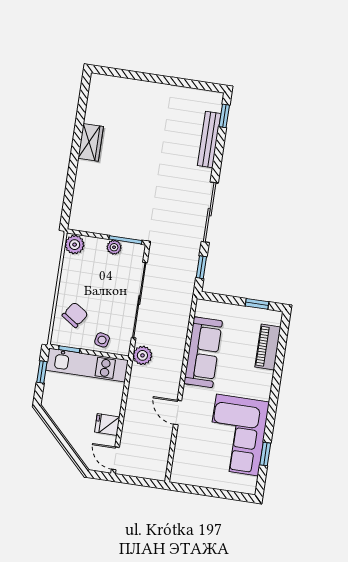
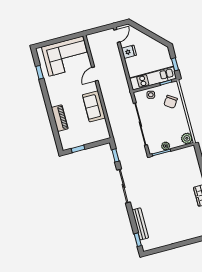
piano: (268, 347) -> (60, 118), moved
sofa: (203, 352) -> (94, 106), width x0.73
plant: (142, 355) -> (126, 96), removed
door: (178, 413) -> (95, 74), swing flipped
corner sofa: (237, 435) -> (66, 56), moved, turned 90
door: (115, 458) -> (117, 36), hinge flipped

